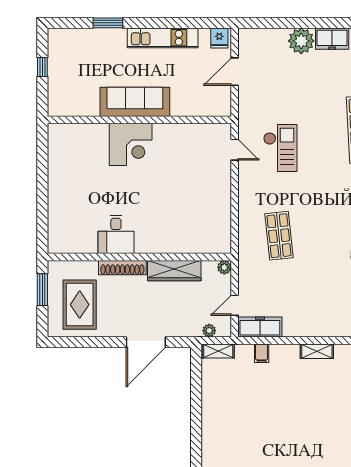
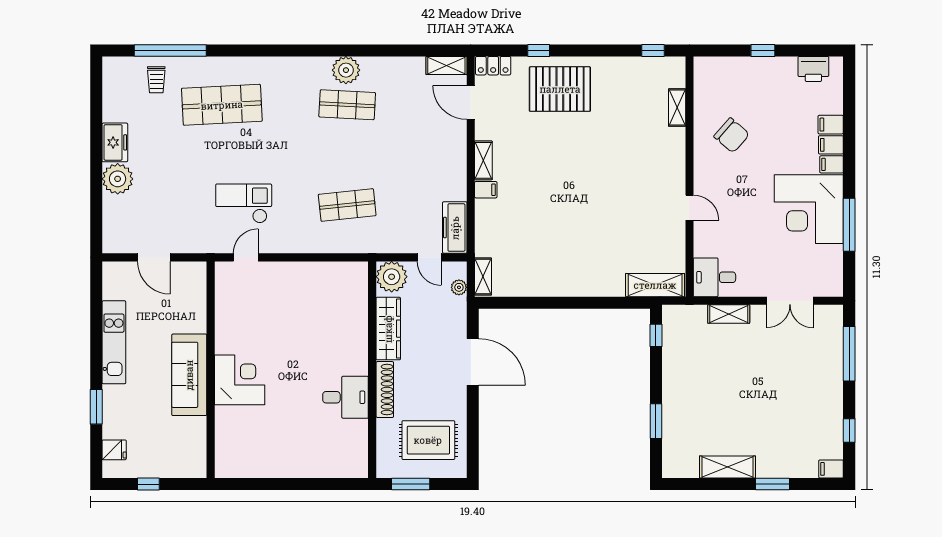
fridge: (219, 38) -> (114, 450), moved
plant: (224, 267) -> (392, 277), width x1.87, depth x1.87
filing cabinet: (262, 353) -> (486, 190), moved

